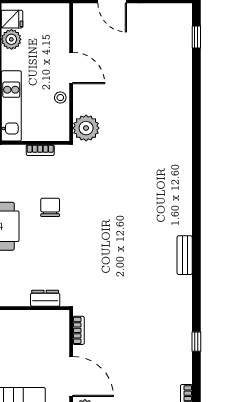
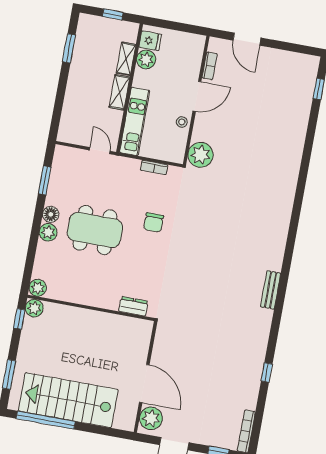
door: (71, 68) -> (197, 96), hinge flipped
chair: (50, 207) -> (154, 222), turned 180
bookcase: (79, 330) -> (210, 66), moved

